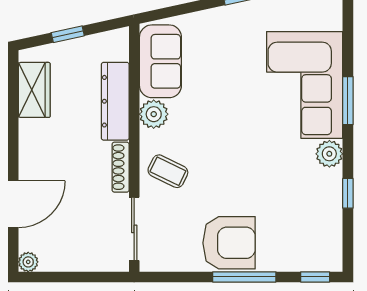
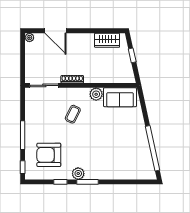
corner sofa: (305, 85) -> (109, 162), removed
dresser: (115, 101) -> (102, 77), removed
window: (348, 101) -> (87, 182), moved
coffee table: (168, 171) -> (73, 114), moved
armchair: (229, 243) -> (49, 155), moved, turned 90

